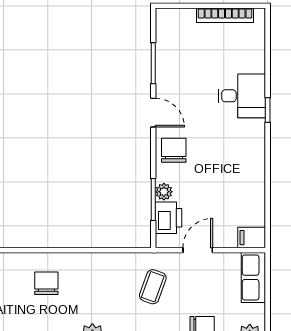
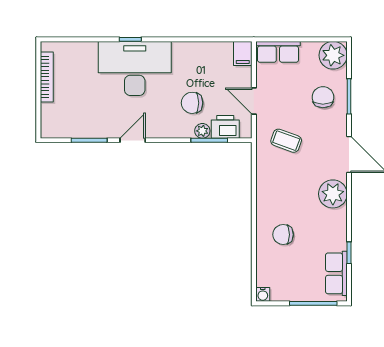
desk: (242, 96) -> (135, 69), width x1.87, depth x1.30
chair: (174, 150) -> (192, 103), moved

